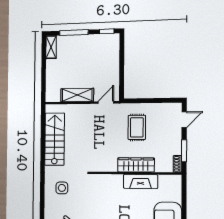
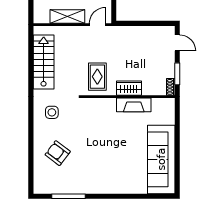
door: (184, 120) -> (177, 43), hinge flipped
rug: (137, 127) -> (97, 77), moved
wardrobe: (136, 165) -> (129, 88), width x0.67

